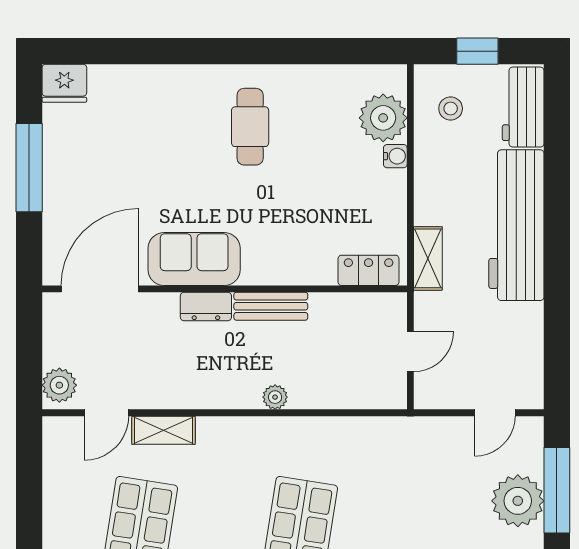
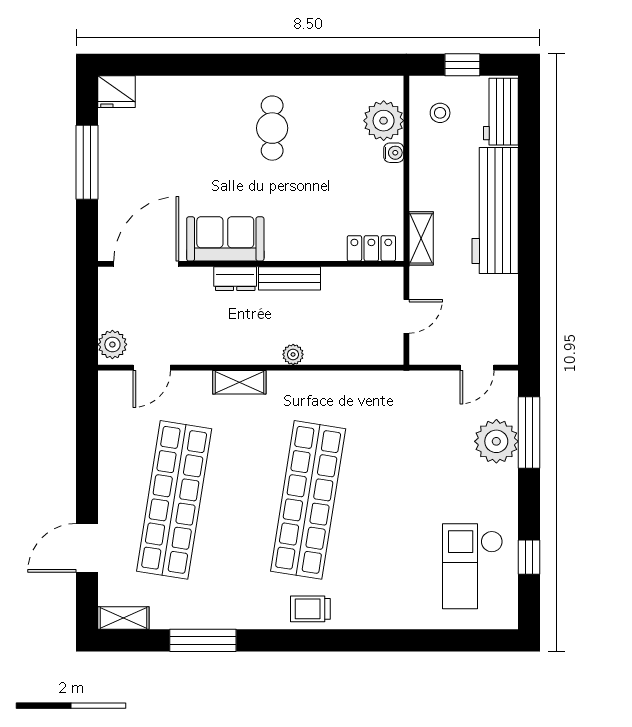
shelving: (163, 430) -> (239, 382), moved

